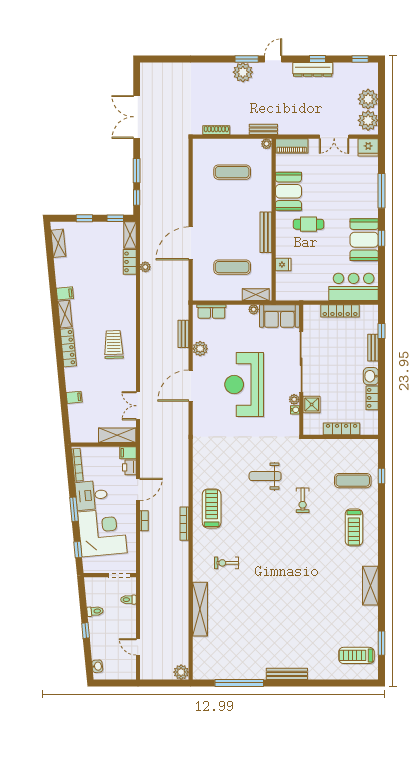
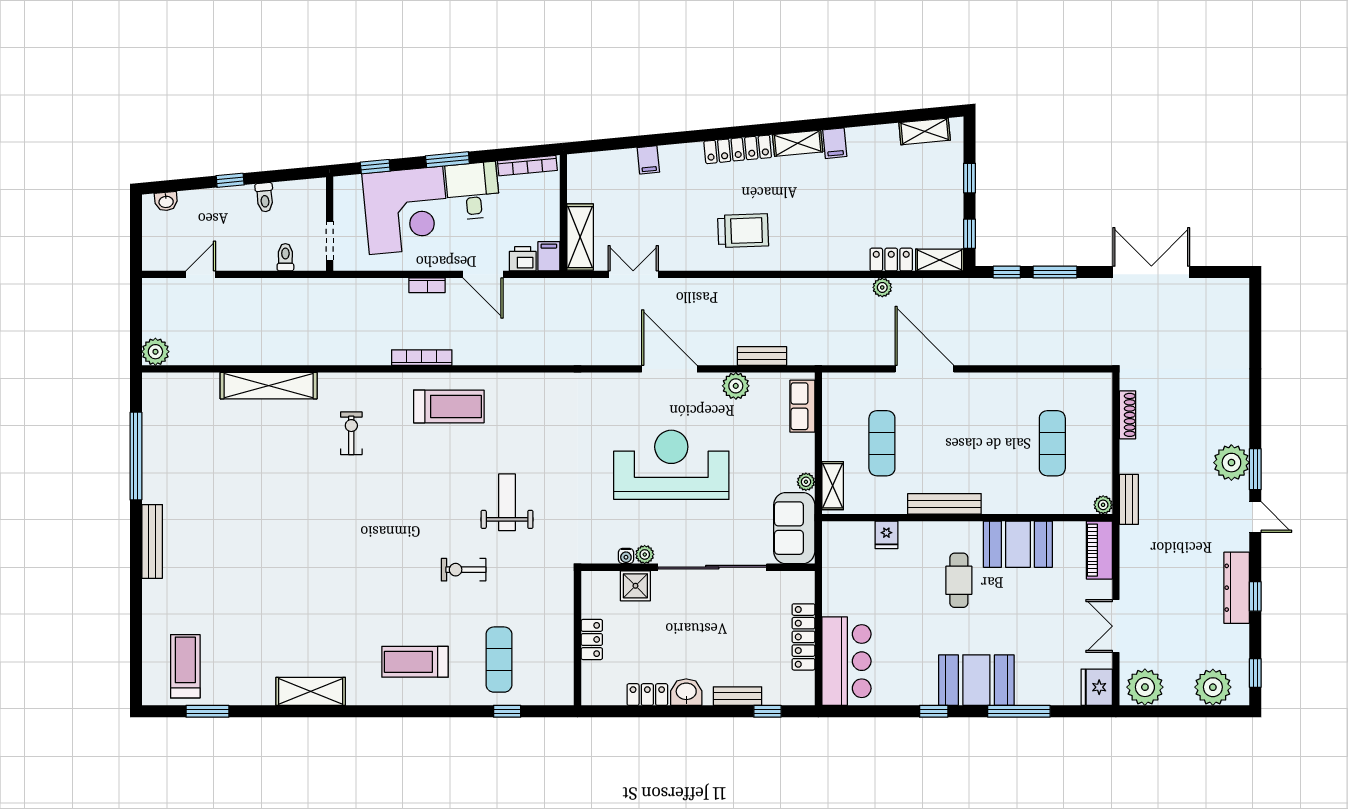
plant: (368, 99) -> (1213, 687), moved
booth: (364, 240) -> (976, 680), moved
locker: (342, 429) -> (592, 639), width x0.66

